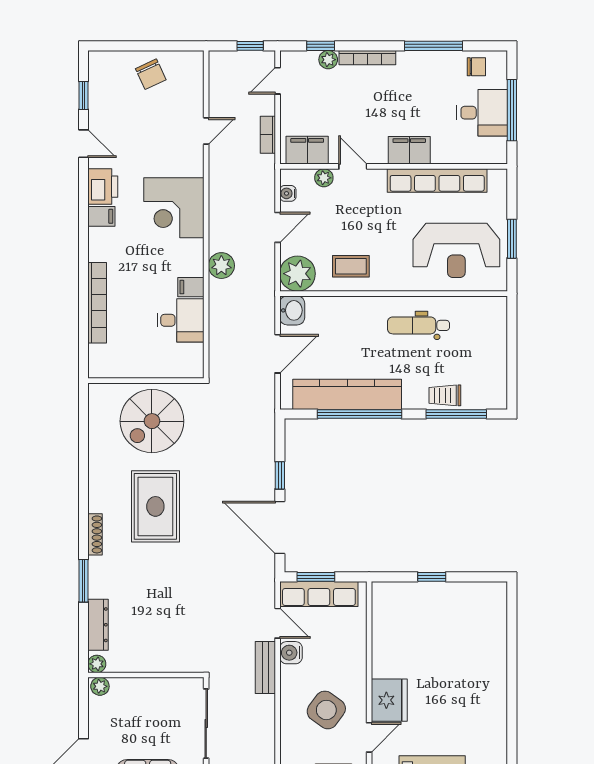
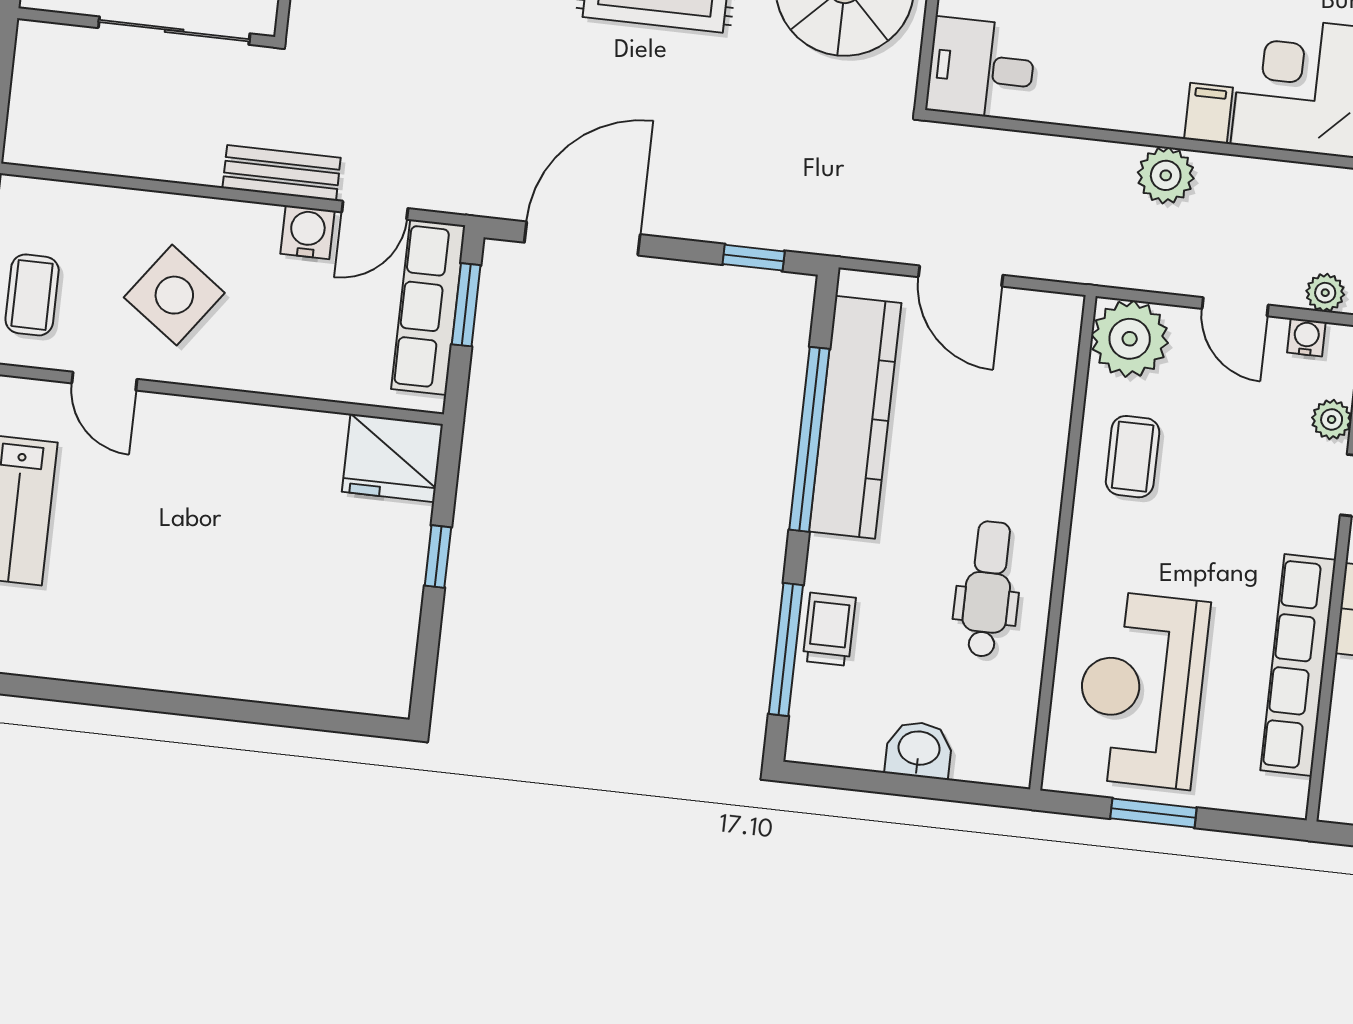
plant: (267, 187) -> (1325, 293), added
filing cabinet: (191, 287) -> (1209, 113), moved
washbasin: (292, 310) -> (919, 750), moved, turned 180
desk: (181, 320) -> (981, 68), moved, turned 90
window: (280, 475) -> (754, 258), moved
fridge: (389, 700) -> (392, 458), moved

